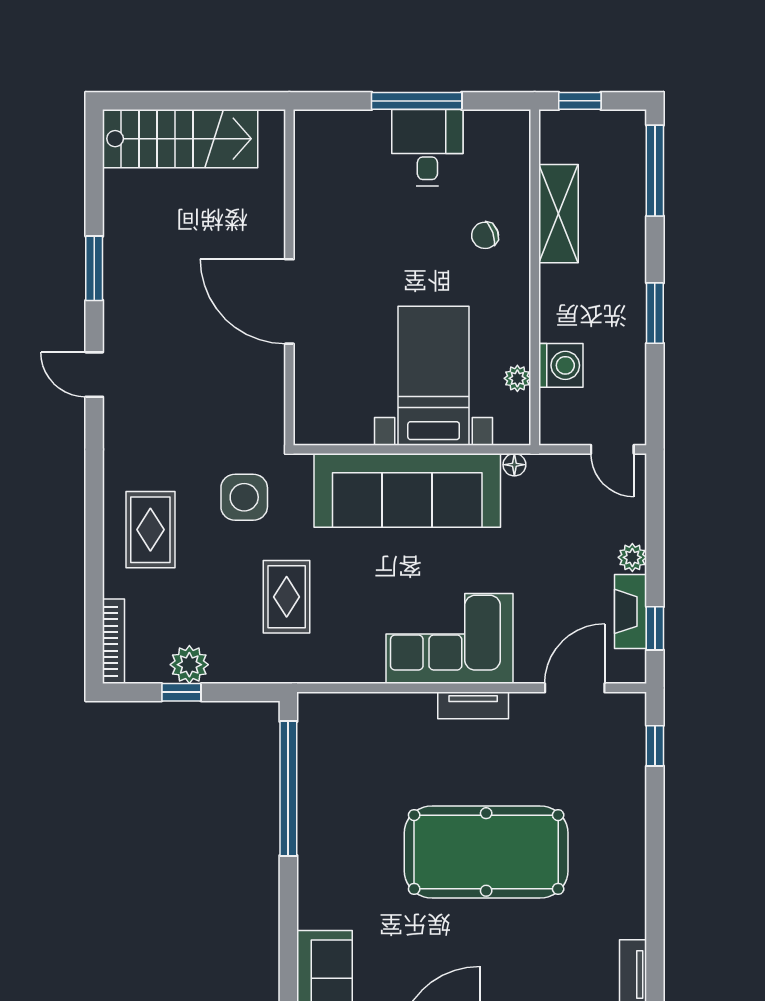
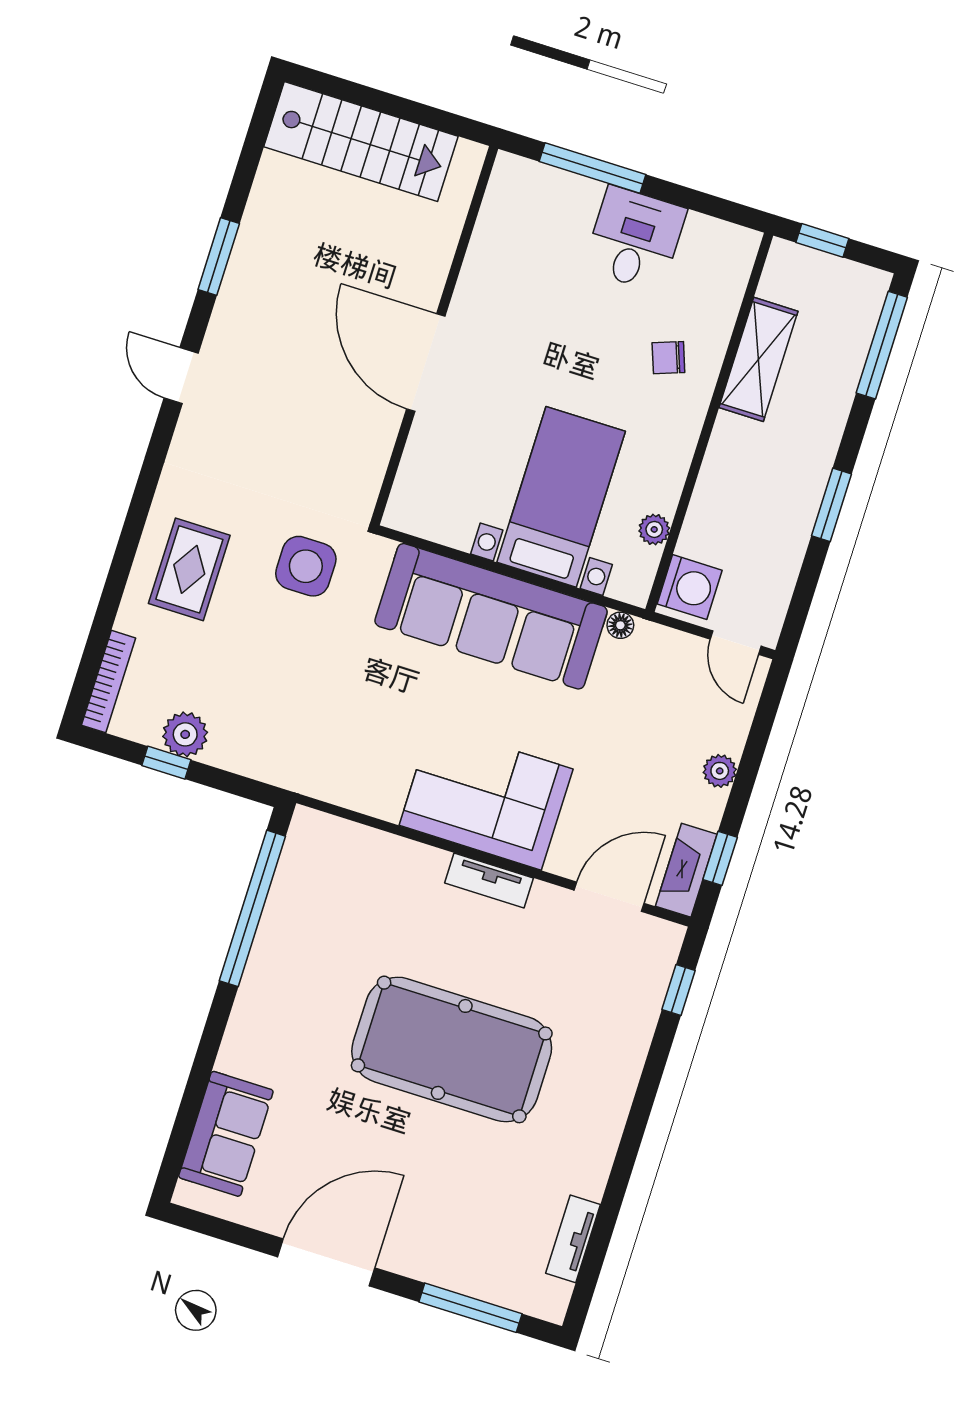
window: (417, 101) -> (593, 168), moved
washing machine: (561, 365) -> (690, 587), moved
rug: (287, 597) -> (318, 693), removed
fireplace: (631, 611) -> (686, 870), moved

